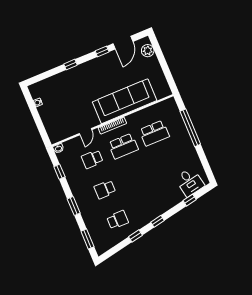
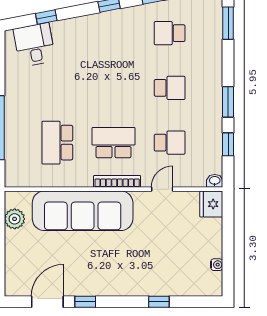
plant: (148, 51) -> (15, 219), moved
window: (70, 65) -> (159, 302), moved
school desk: (154, 133) -> (57, 143), turned -90
fridge: (55, 135) -> (211, 204), added
window: (74, 206) -> (228, 102), moved

